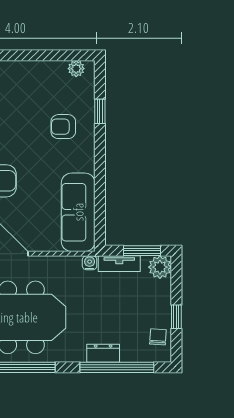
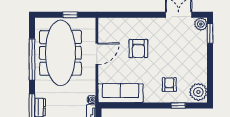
plant: (76, 69) -> (198, 92), width x1.87, depth x1.87

